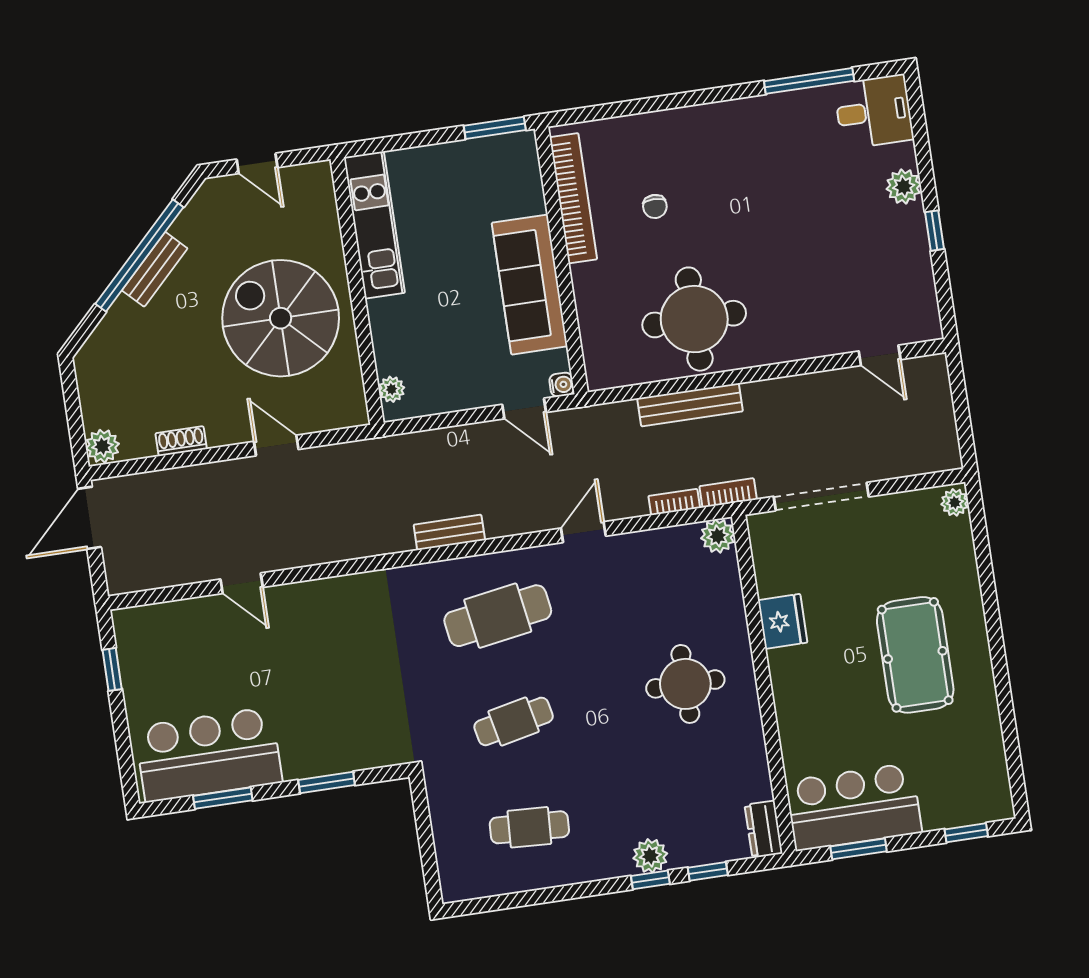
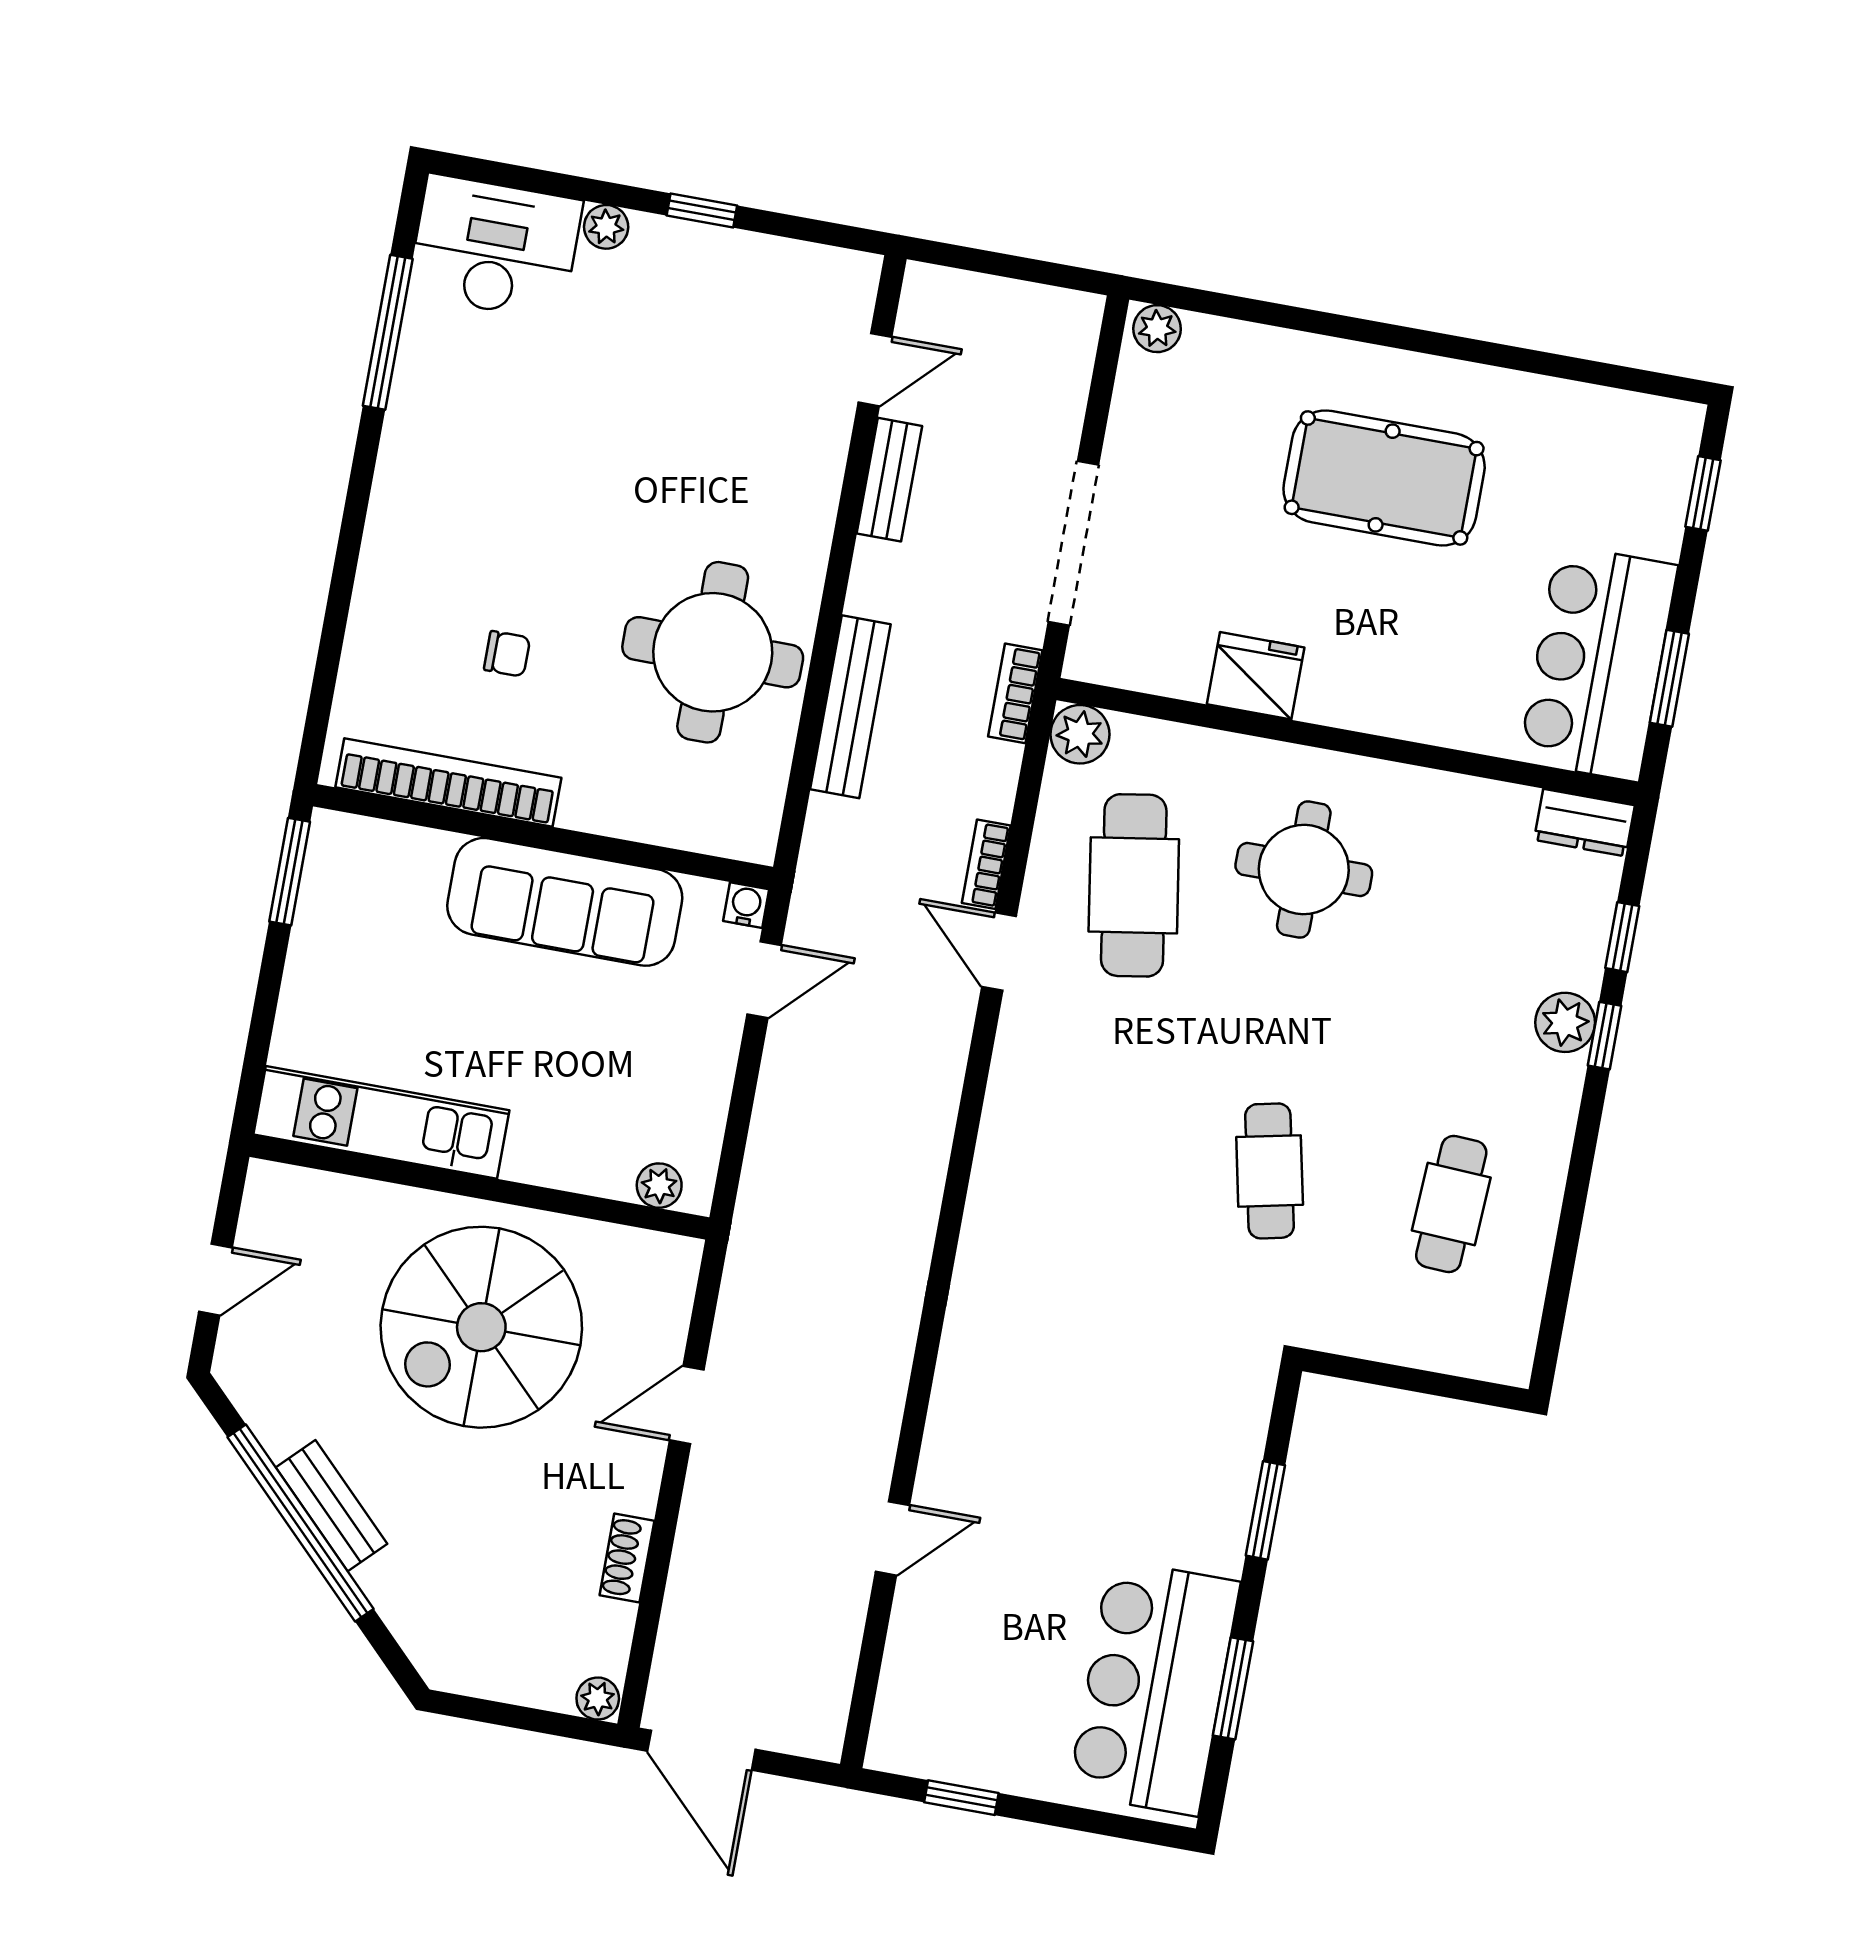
desk: (874, 112) -> (495, 248), width x1.37
plant: (904, 187) -> (606, 227), width x0.73, depth x0.73
plant: (102, 446) -> (598, 1699), width x0.73, depth x0.73
bookcase: (674, 502) -> (986, 864), moved
bench: (449, 532) -> (889, 480), moved
cafe table: (498, 616) -> (1134, 885), moved

